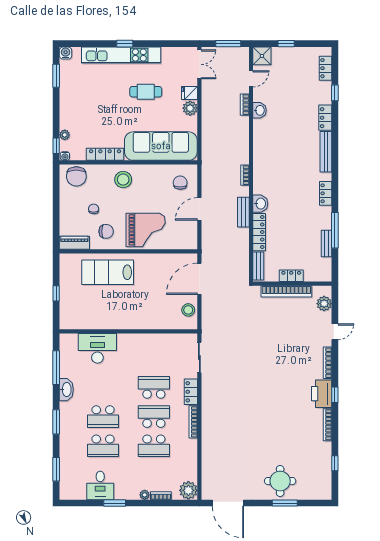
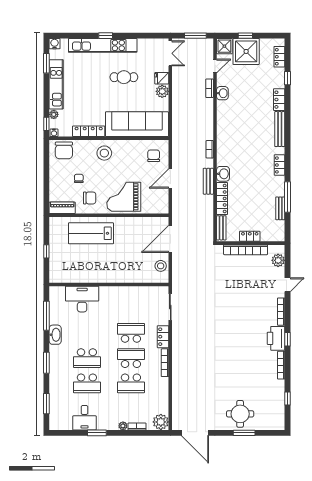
shower: (287, 62) -> (246, 51), added
kitchen unit: (67, 100) -> (56, 84), added
grand piano: (146, 230) -> (124, 197), turned 180

